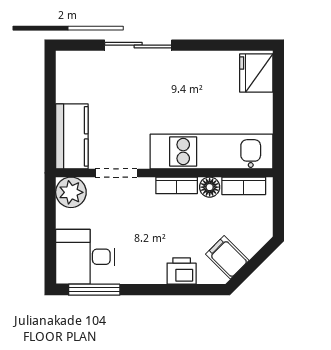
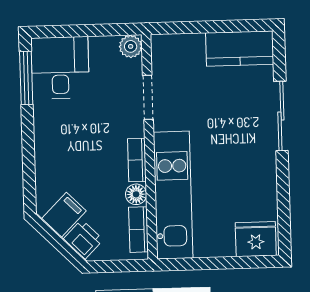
kitchen counter: (72, 136) -> (240, 48), moved
plant: (71, 192) -> (131, 46), width x0.73, depth x0.73
printer: (182, 271) -> (83, 239), moved, turned -45

